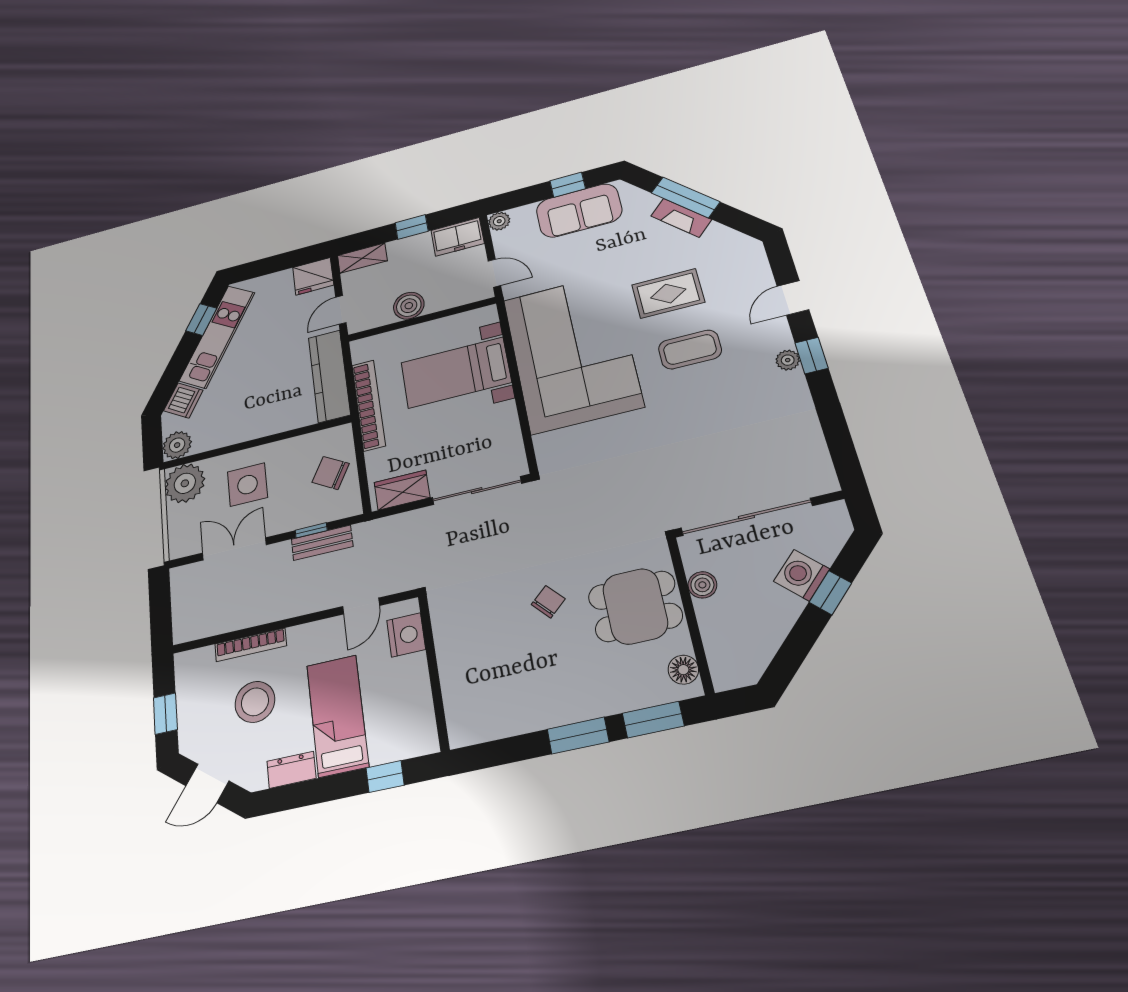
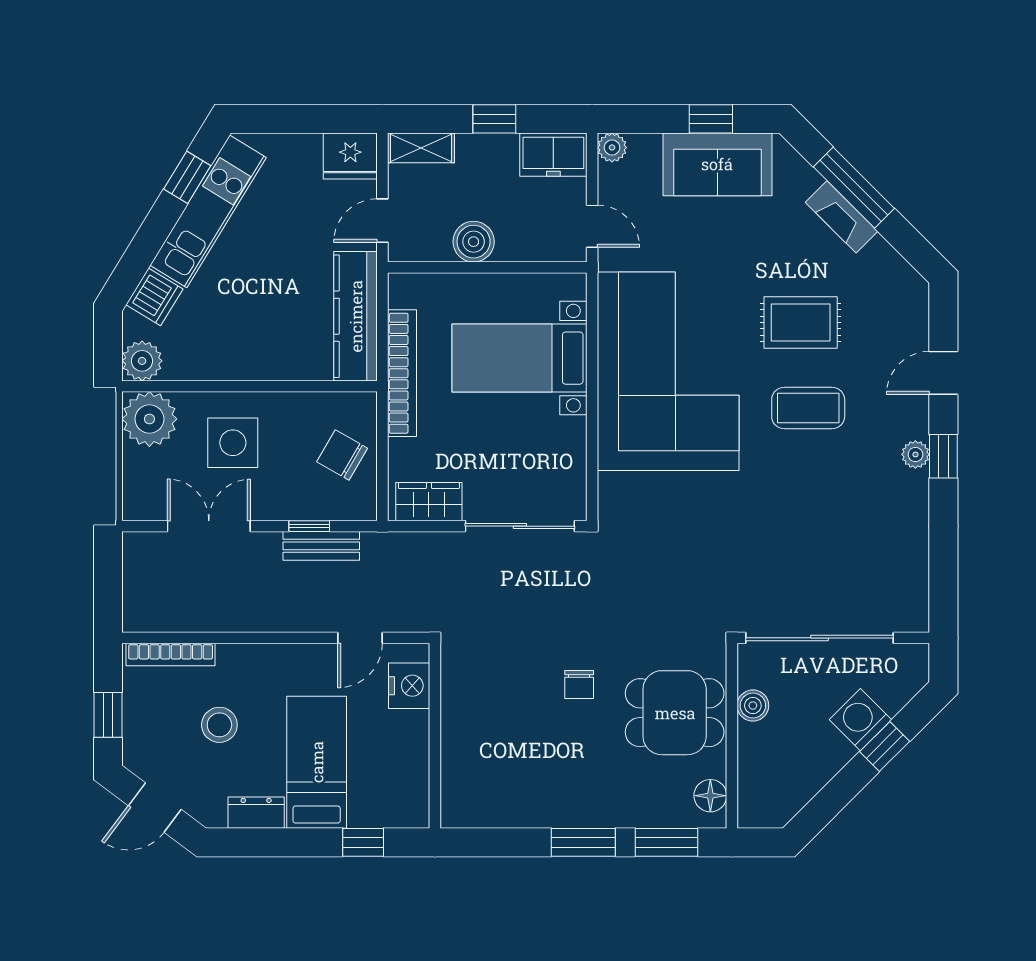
chair: (548, 602) -> (579, 685), turned 132
bookcase: (251, 645) -> (171, 655), moved
stool: (255, 702) -> (219, 725), width x0.73, depth x0.73

